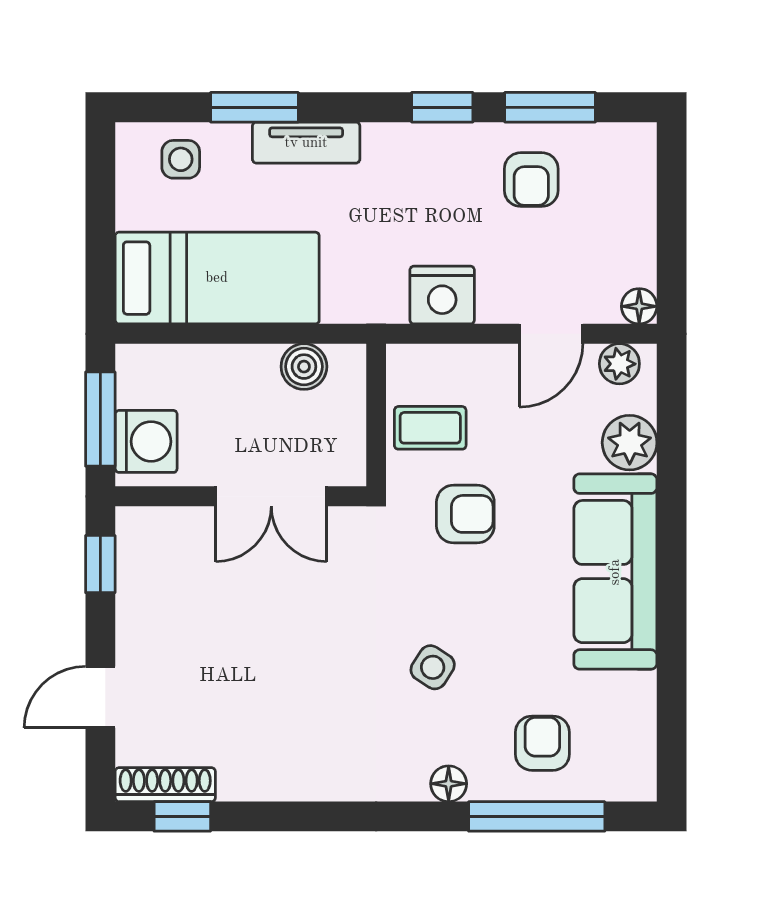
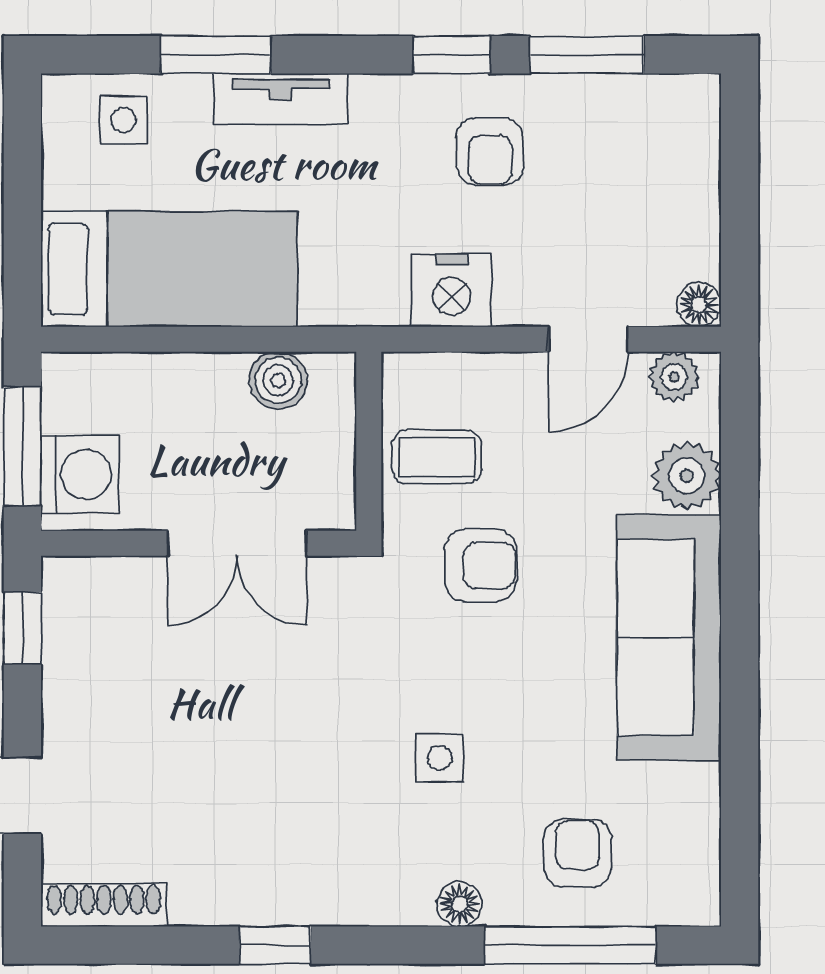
armchair: (531, 180) -> (490, 152), moved
side table: (433, 667) -> (440, 758), turned -33
window: (182, 816) -> (275, 945), moved

